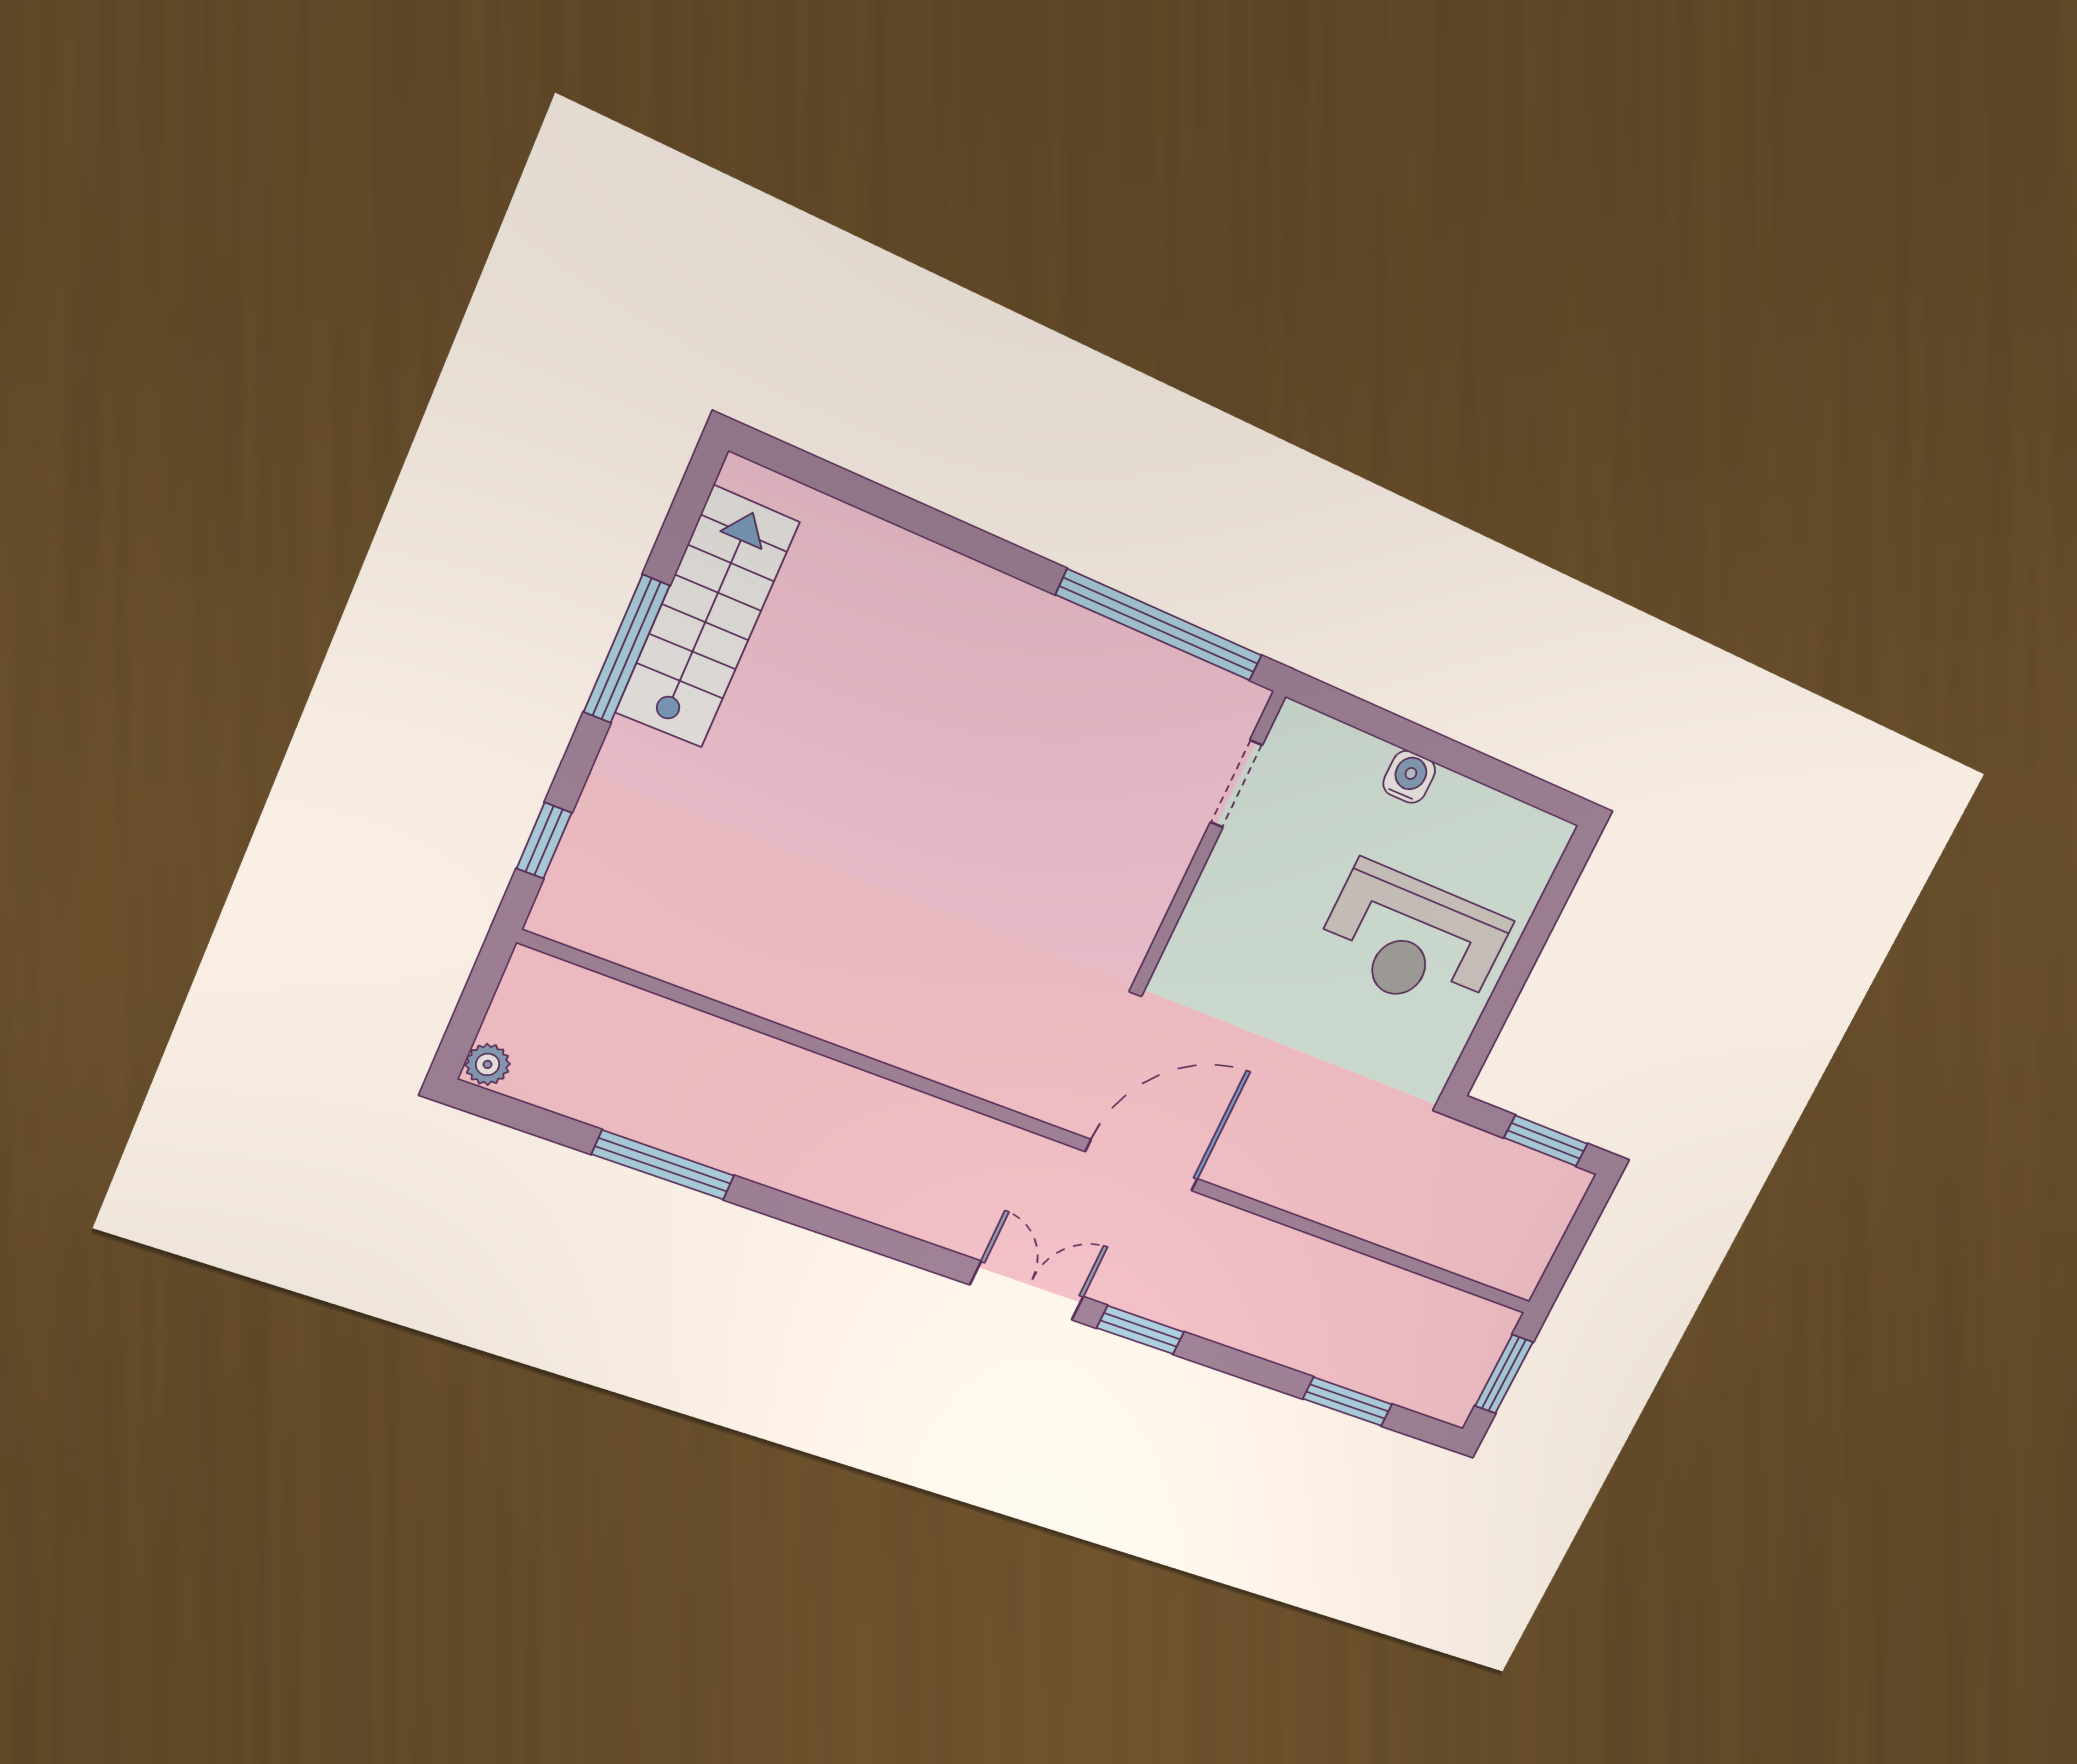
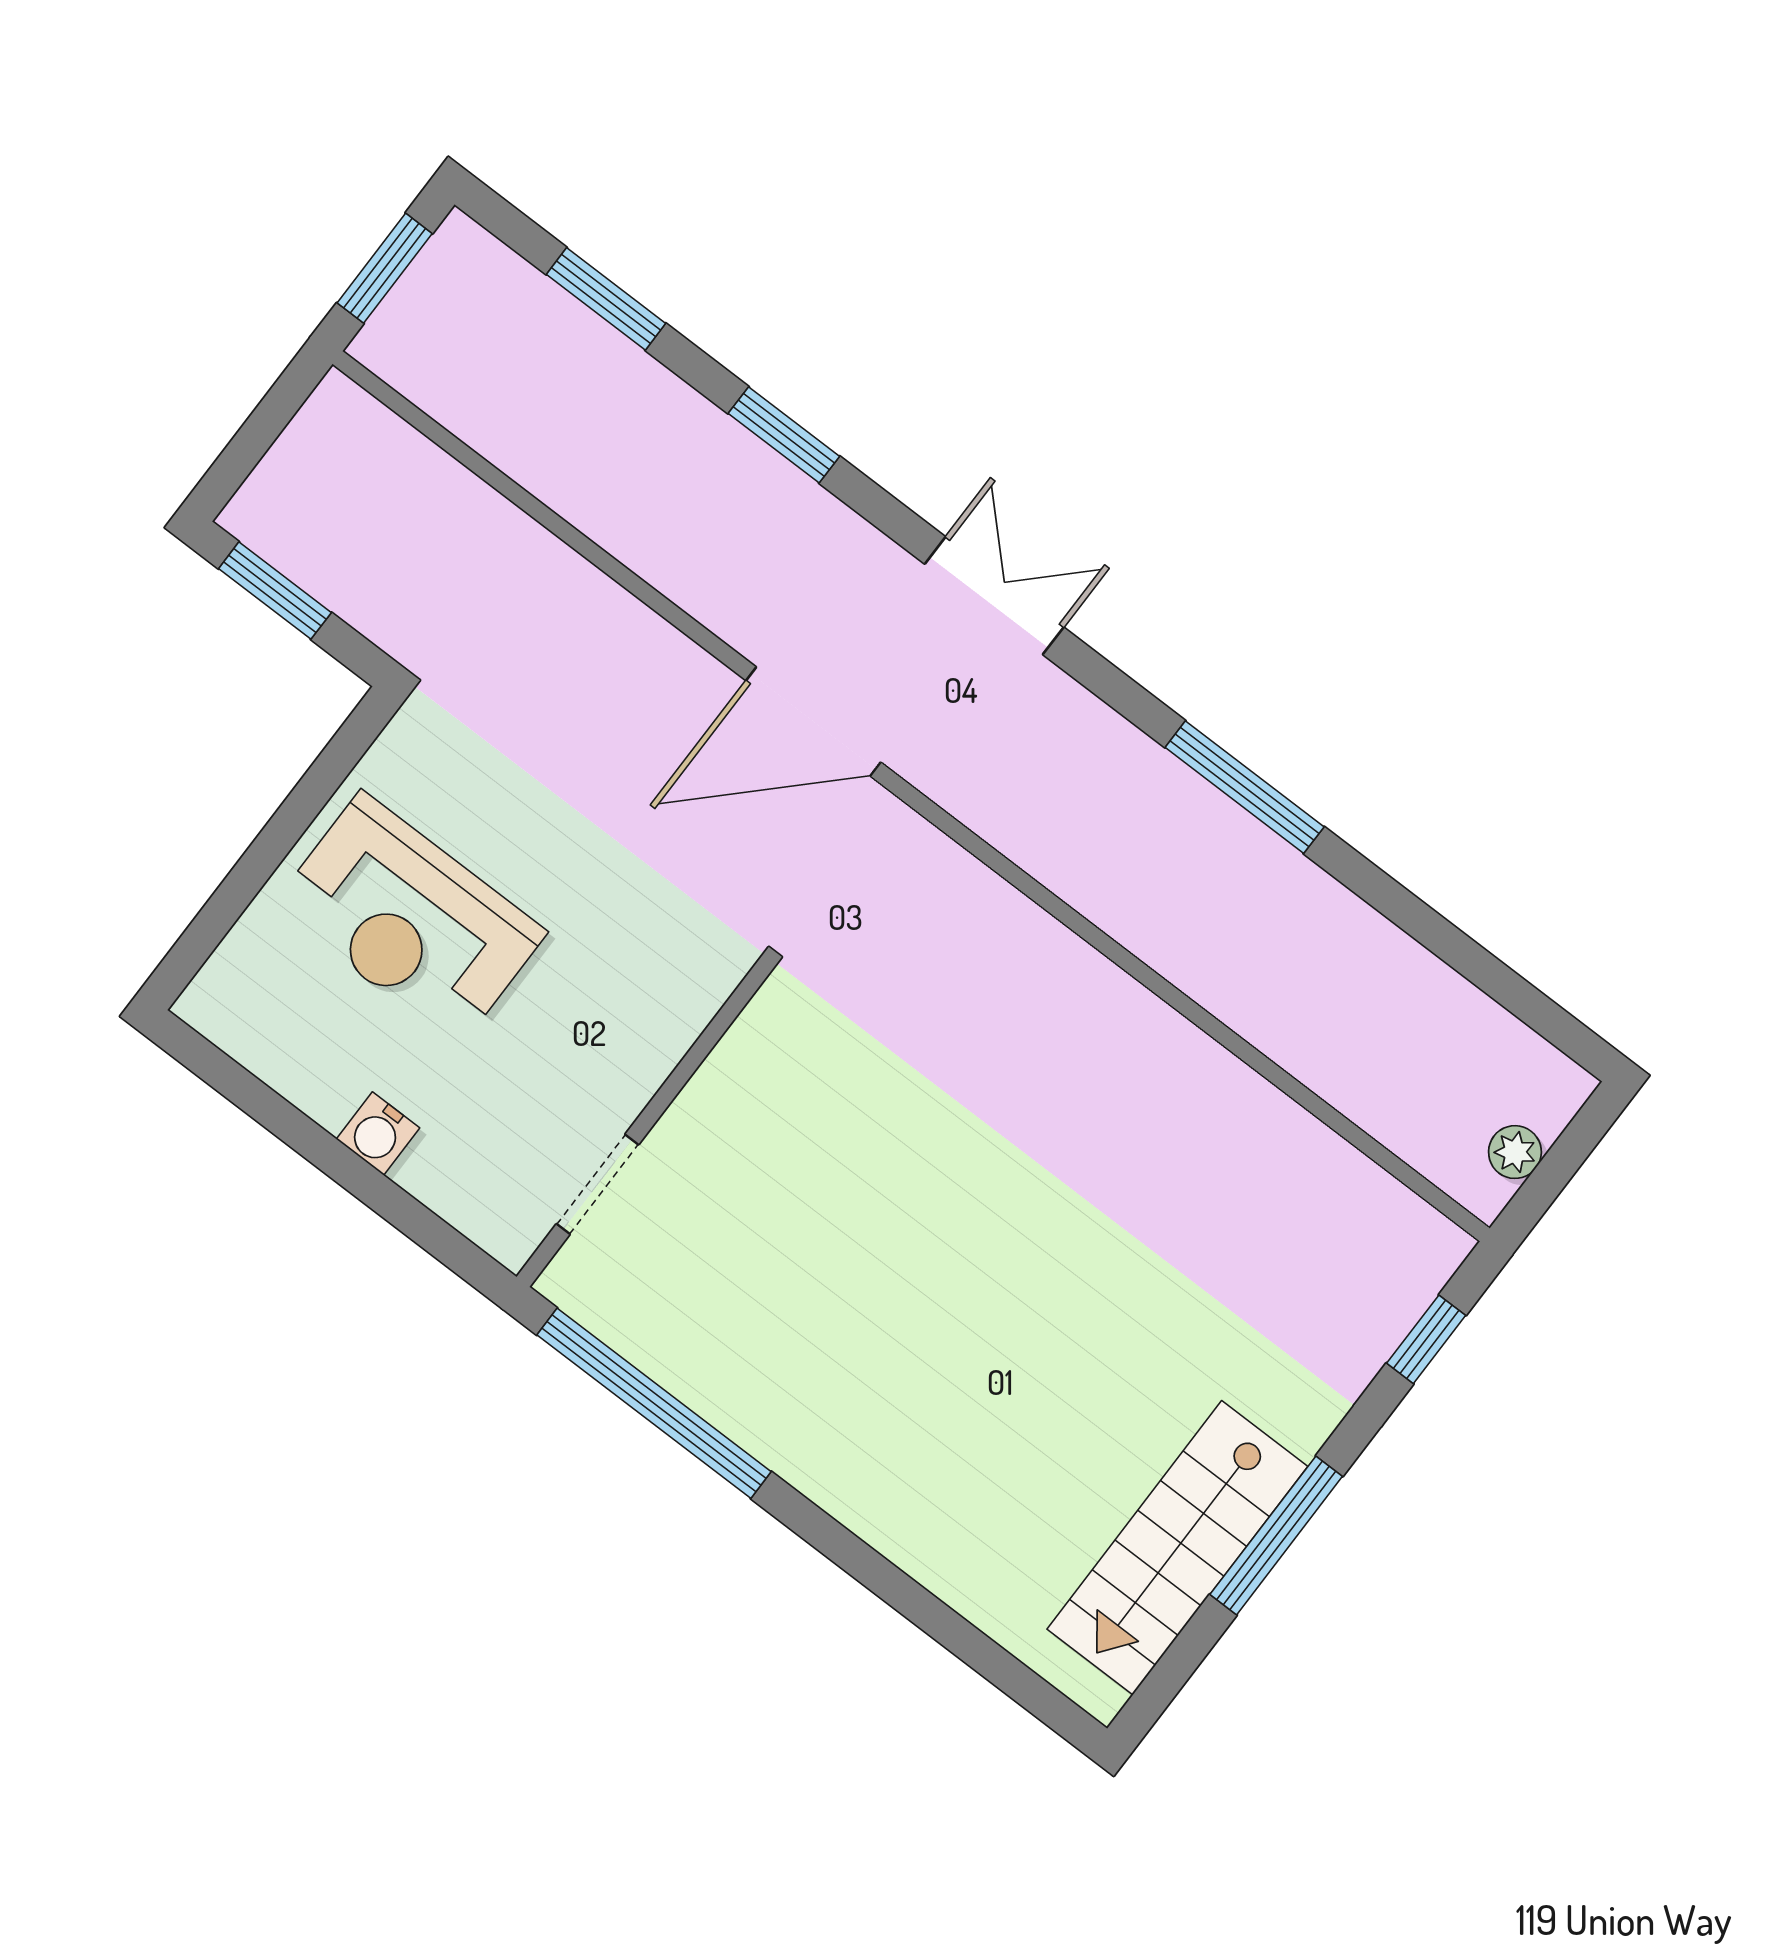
reception desk: (1412, 941) -> (410, 919), turned 180
plant: (487, 1064) -> (1515, 1152), moved
window: (663, 1165) -> (1245, 787), moved
double door: (1027, 1291) -> (994, 596), swing flipped
window: (1140, 1330) -> (784, 435), moved

